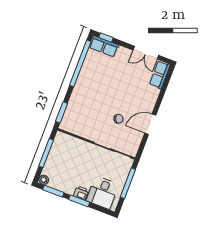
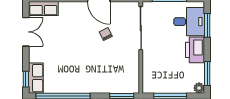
printer: (81, 193) -> (195, 50), width x1.87, depth x1.48
window: (79, 201) -> (207, 25), moved

